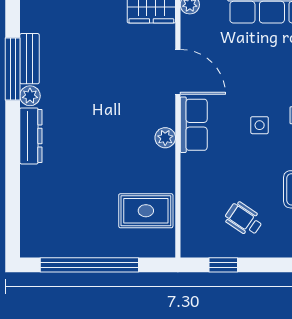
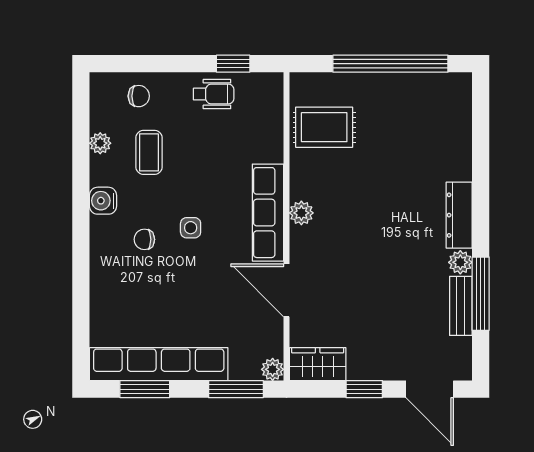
row of seats: (194, 125) -> (268, 213), width x1.48
wheelchair: (244, 219) -> (214, 94), moved, turned -34

